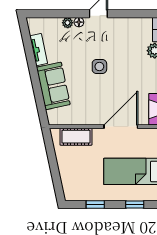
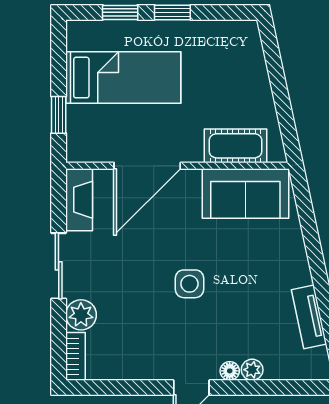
sofa: (53, 86) -> (245, 193), moved, turned -78
window: (95, 205) -> (172, 12), moved

